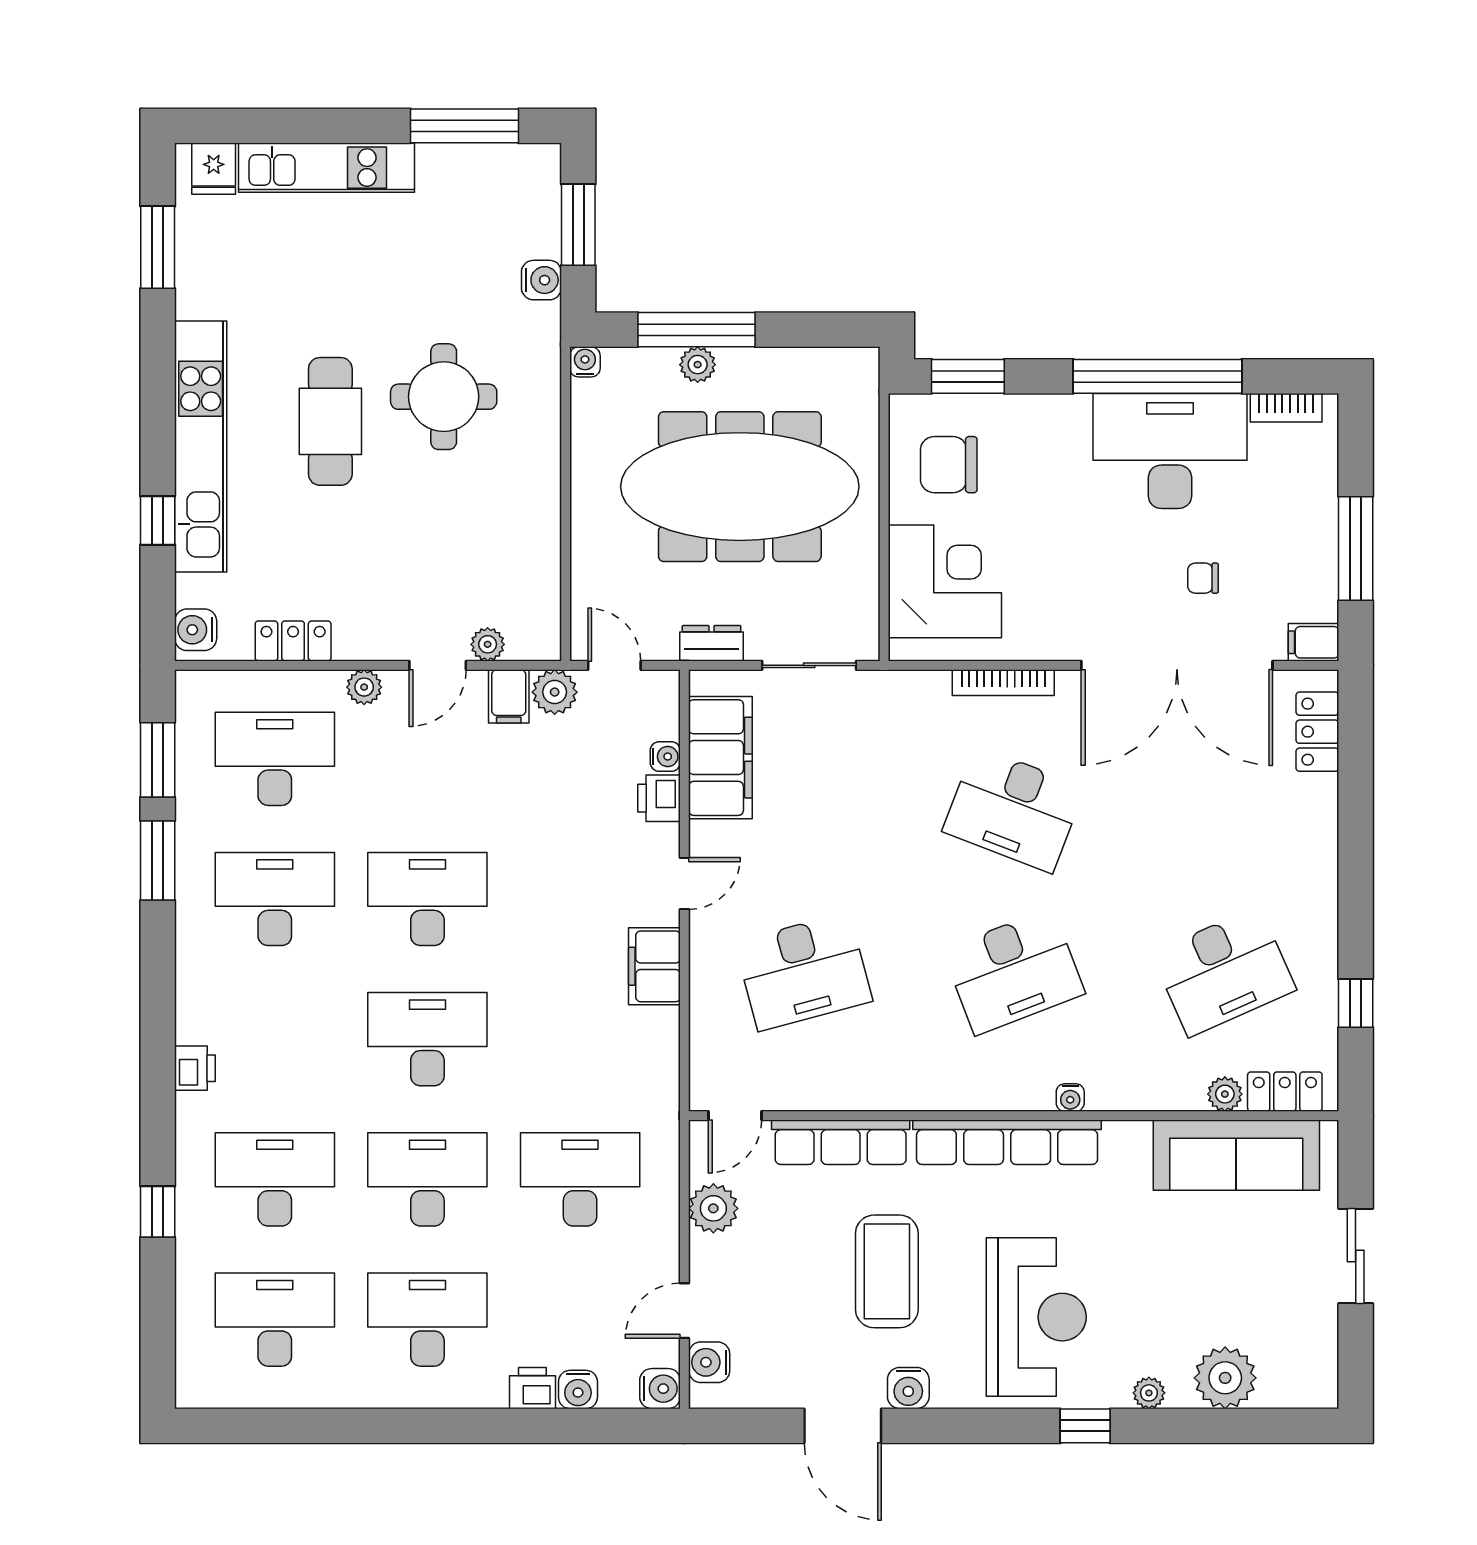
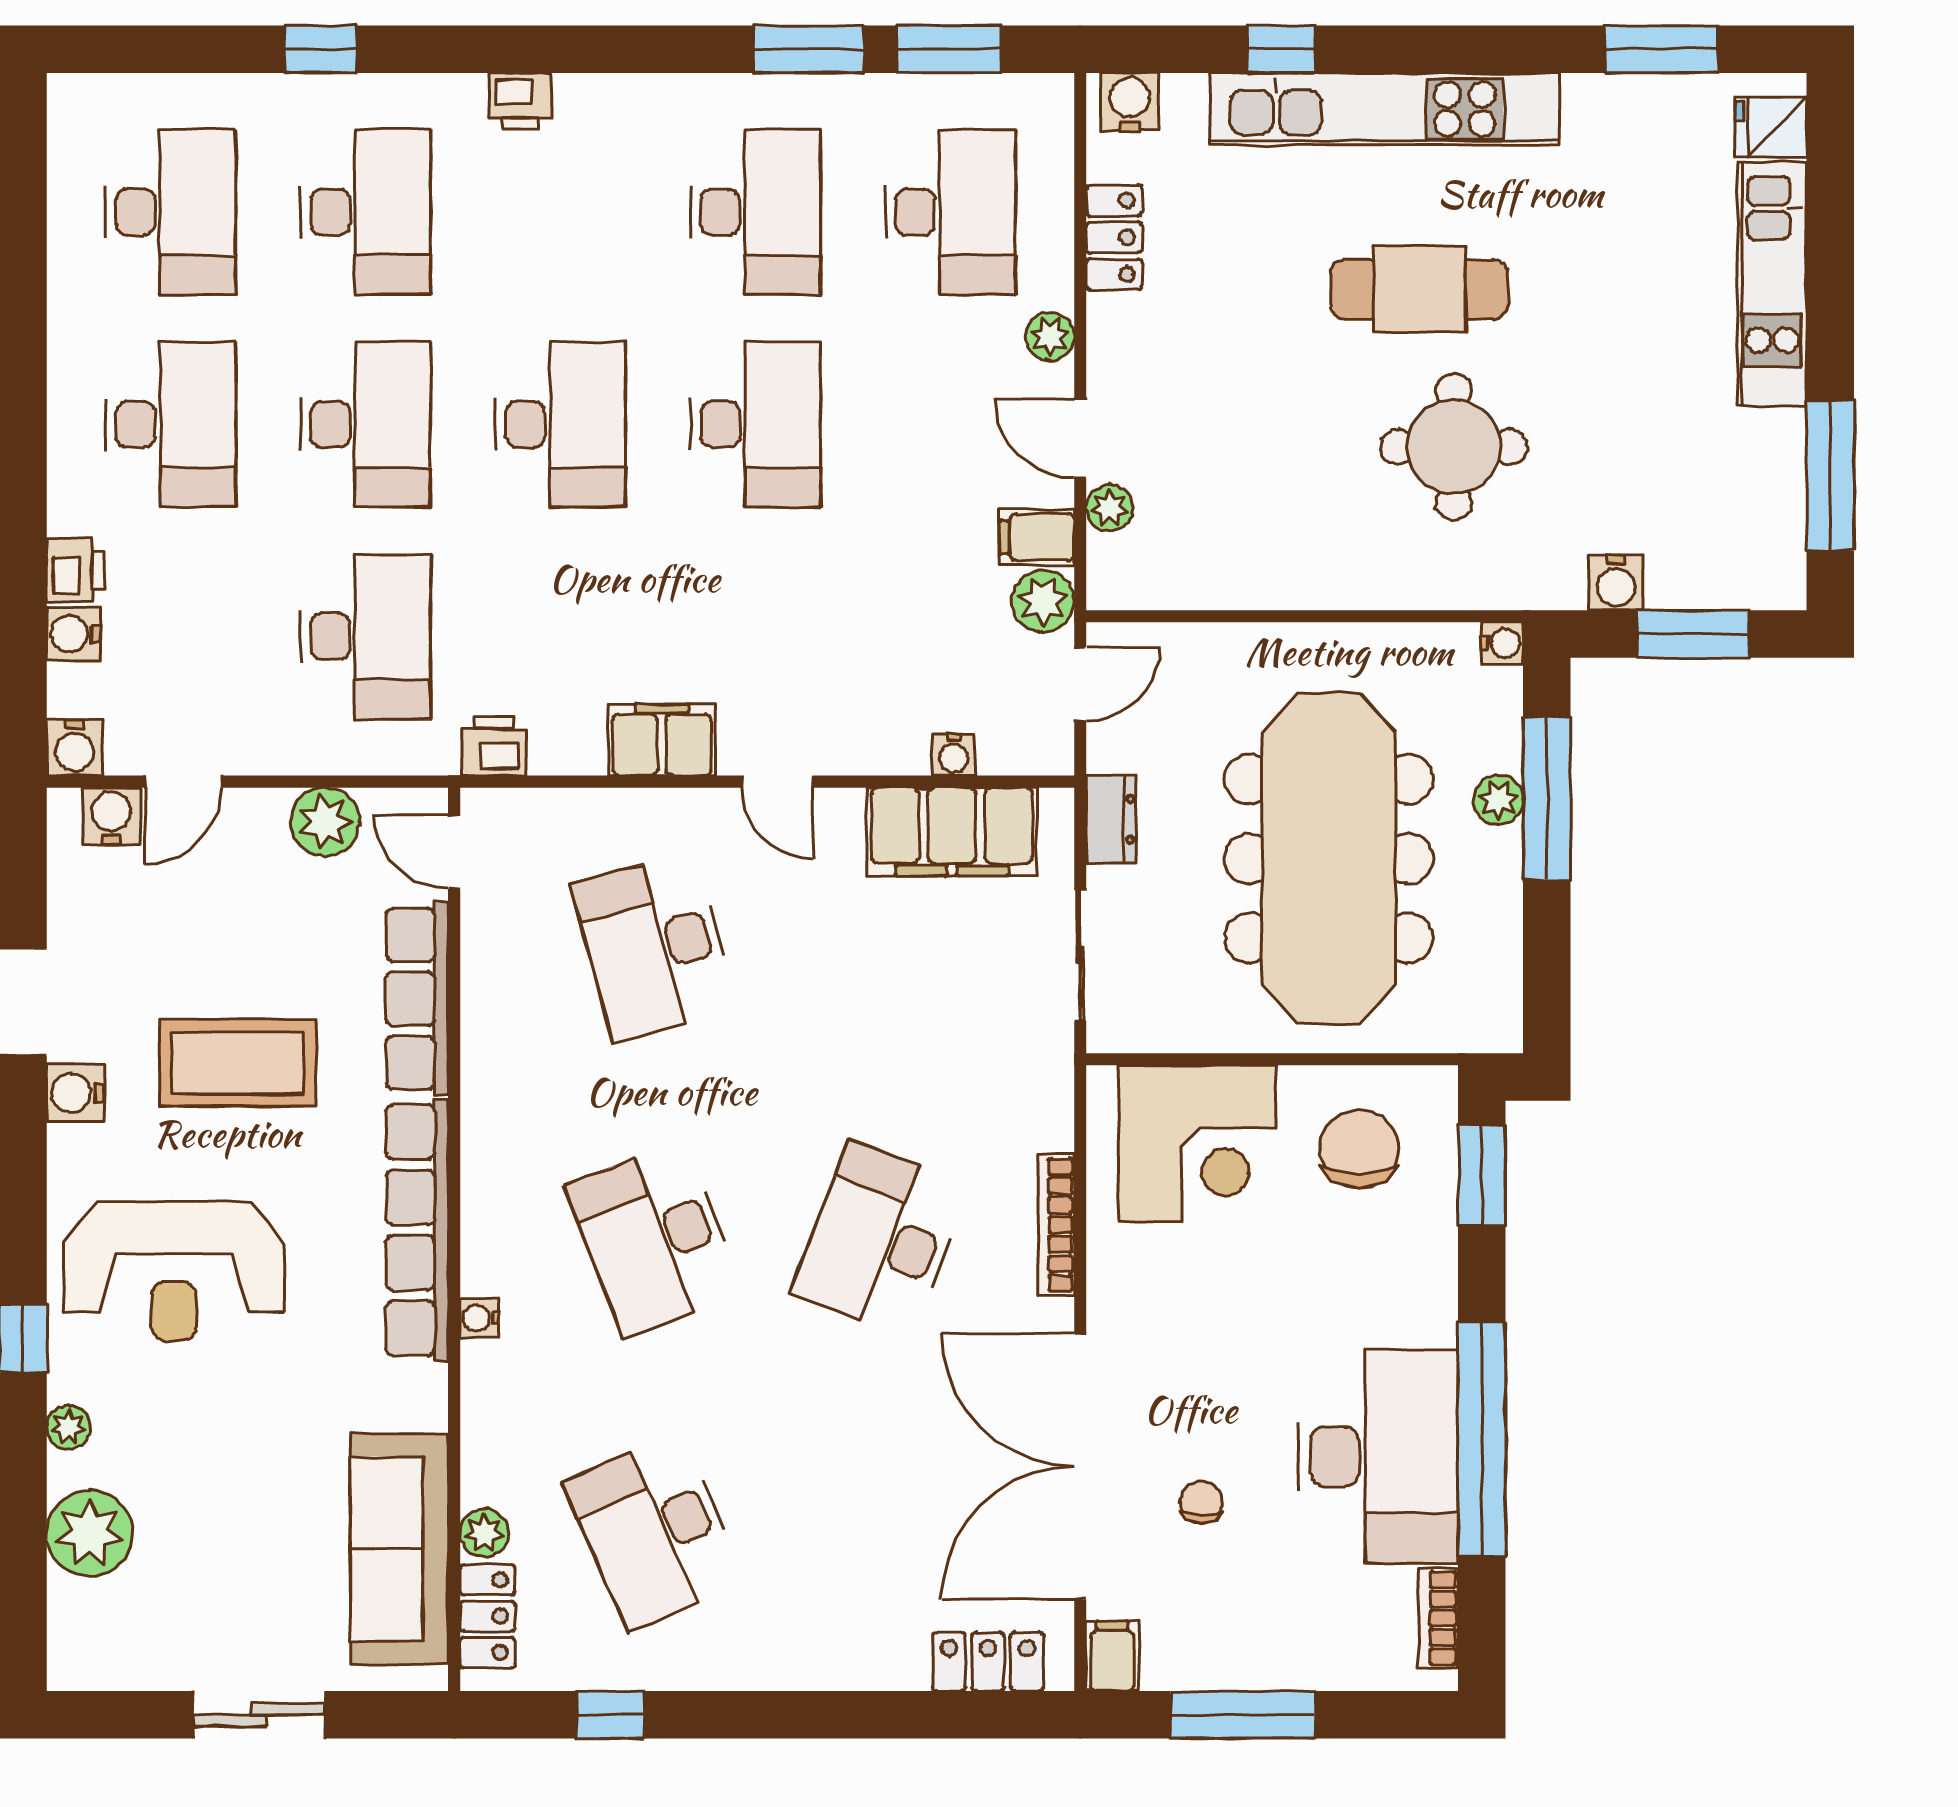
printer: (659, 798) -> (494, 746), moved
door: (684, 1311) -> (183, 782), swing flipped

